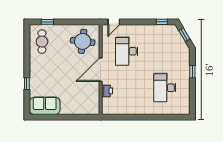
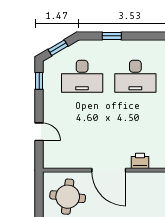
door: (114, 22) -> (39, 132), moved
desk: (127, 51) -> (82, 76), moved

